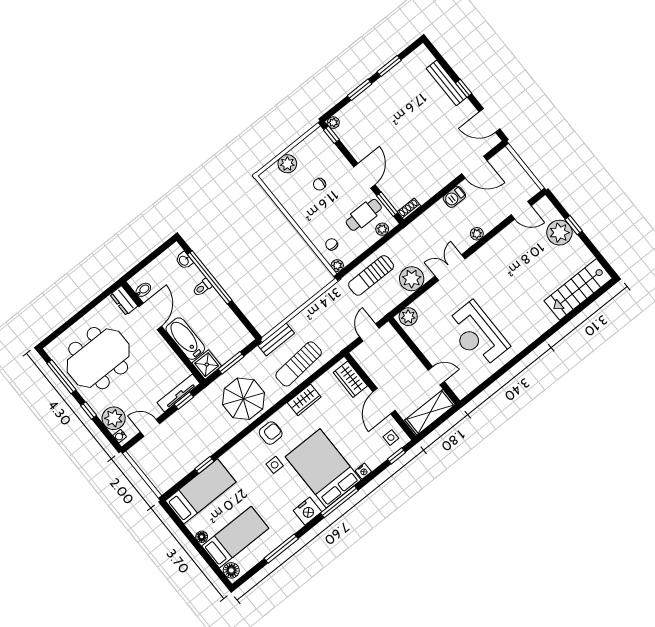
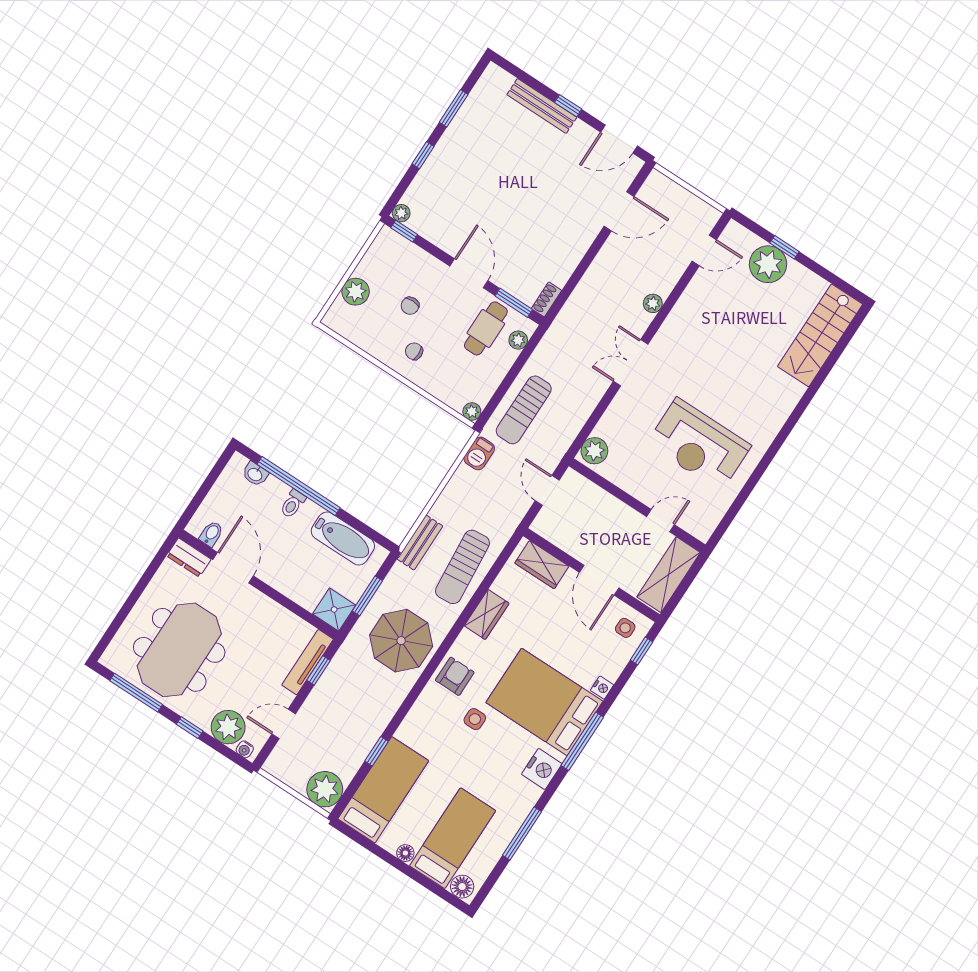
window: (360, 90) -> (423, 155), width x0.67
barbecue: (454, 197) -> (479, 453), moved
chair: (332, 244) -> (414, 351), moved
plant: (412, 279) -> (325, 789), moved
bathtub: (185, 339) -> (343, 539), moved, turned 180

